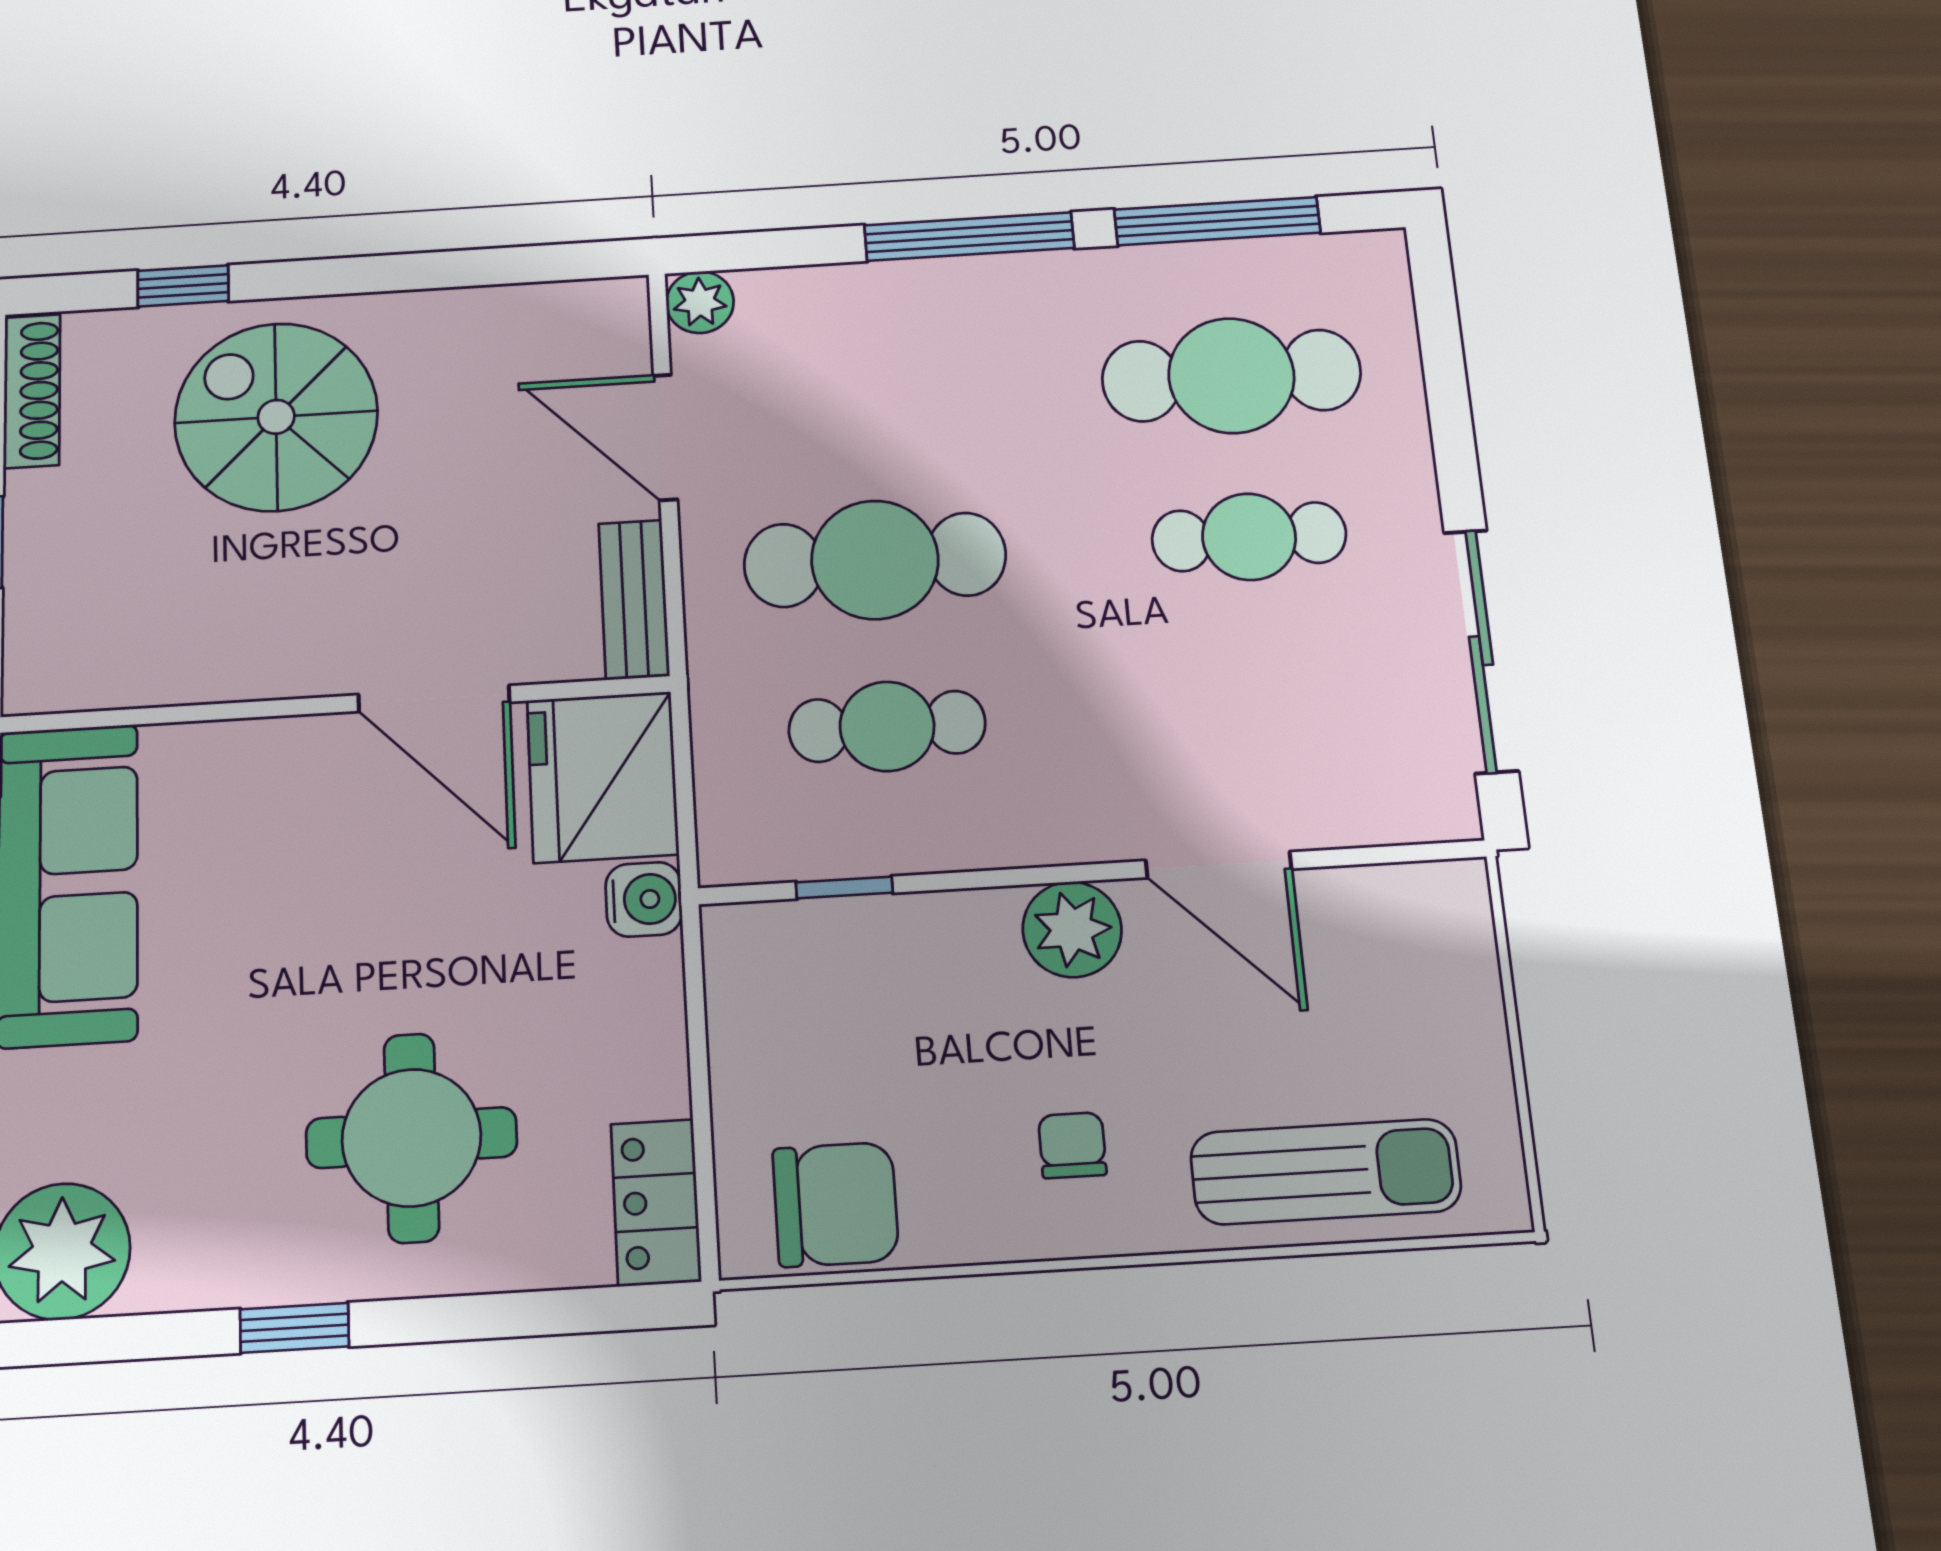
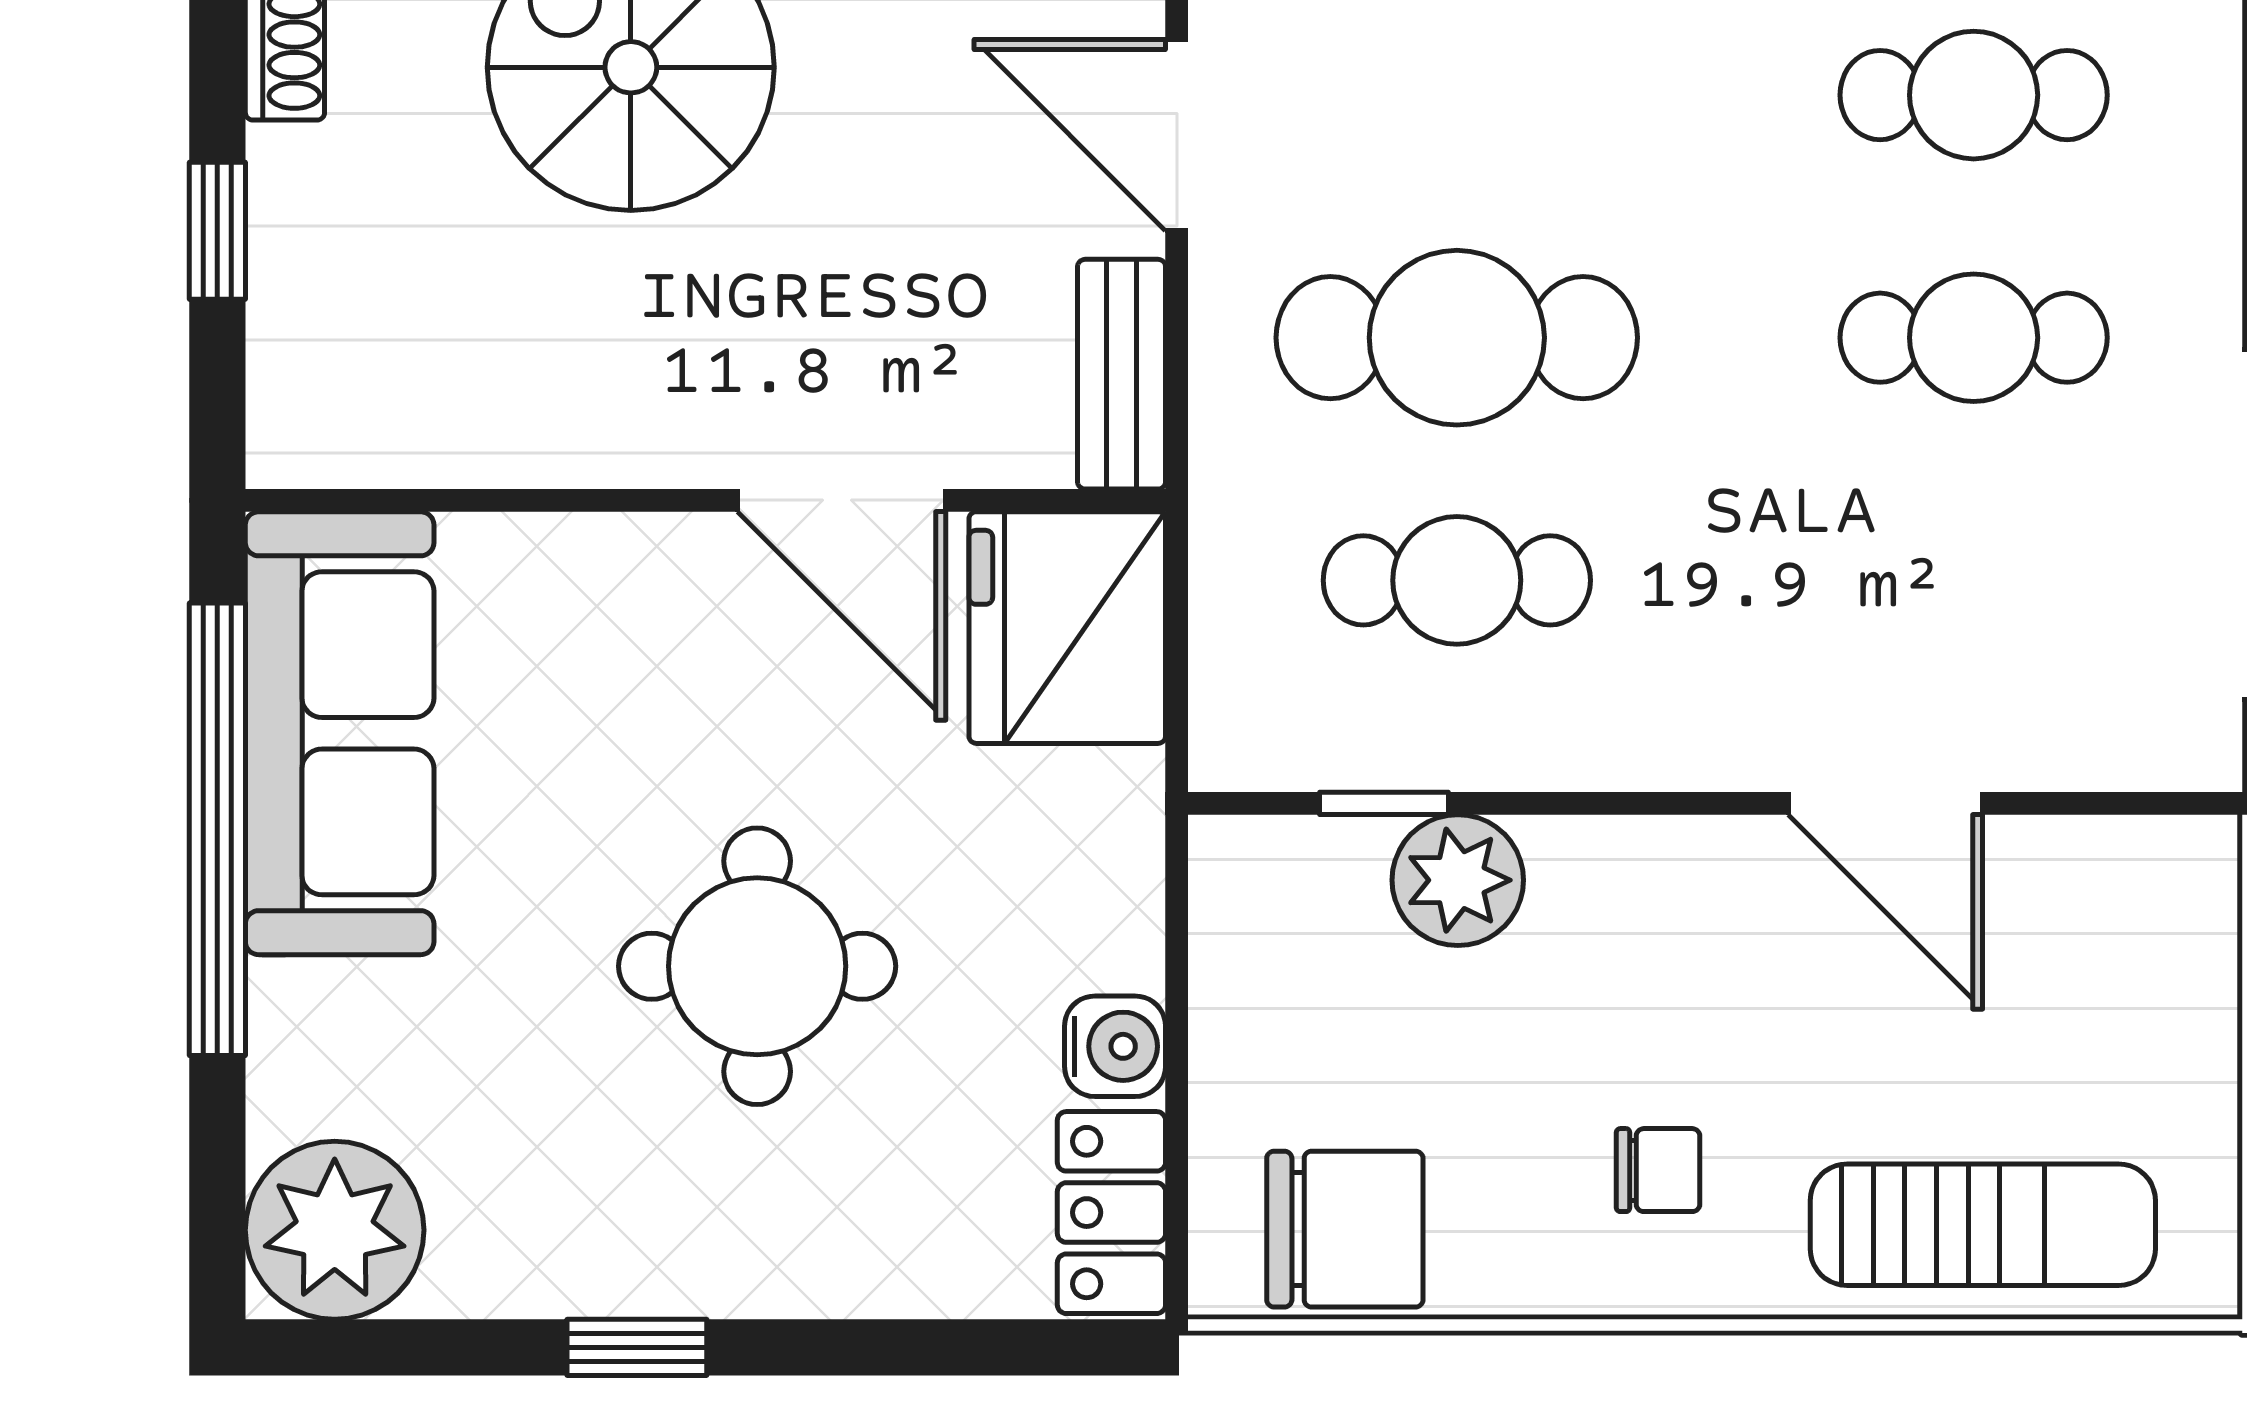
cafe table: (1231, 376) -> (1974, 95), width x0.73, depth x0.74
water cooler: (644, 899) -> (1115, 1046), moved
plant: (1072, 929) -> (1458, 880), moved
round table: (411, 1138) -> (757, 966), moved
chair: (1072, 1145) -> (1658, 1170), turned 90

